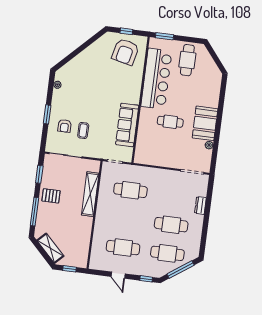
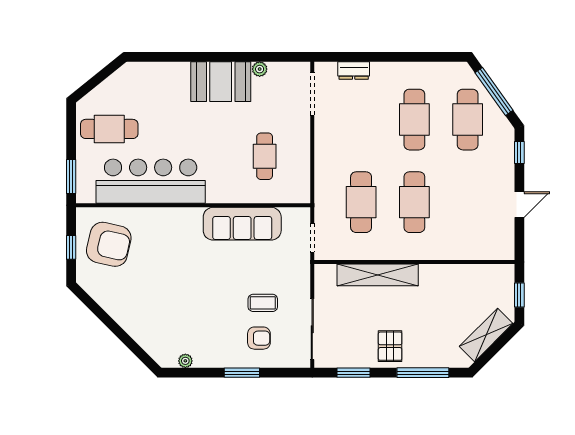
cafe table: (170, 122) -> (265, 156), moved
dresser: (200, 205) -> (354, 70), moved
cafe table: (123, 248) -> (414, 202), moved

